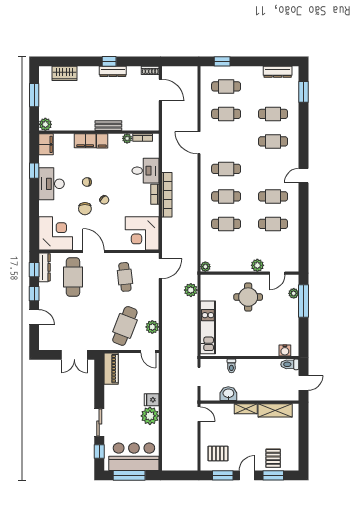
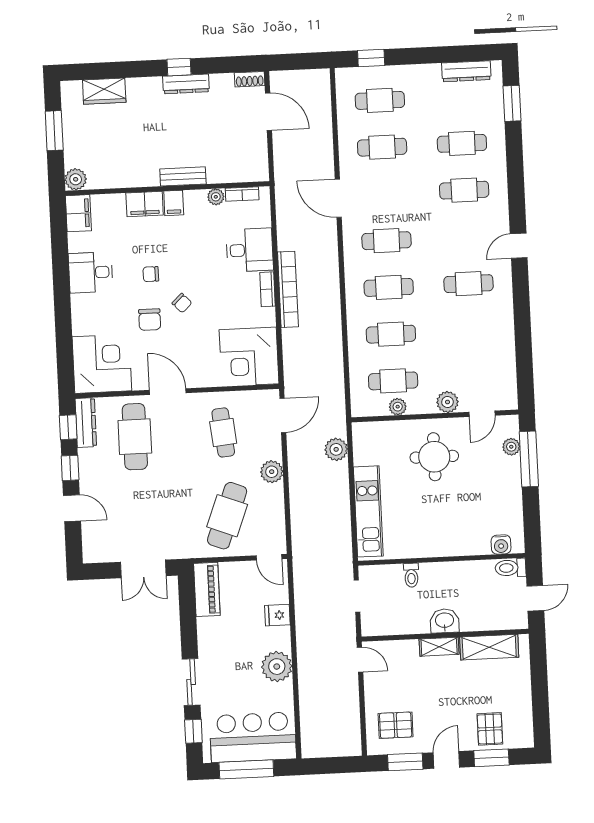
window: (34, 171) -> (60, 259), removed
desk: (52, 184) -> (91, 272), width x0.73
cafe table: (273, 224) -> (393, 381), moved
plant: (205, 267) -> (398, 407), moved
plant: (152, 327) -> (272, 472), moved
washbasin: (228, 394) -> (445, 621), moved
fridge: (152, 400) -> (277, 615), moved

